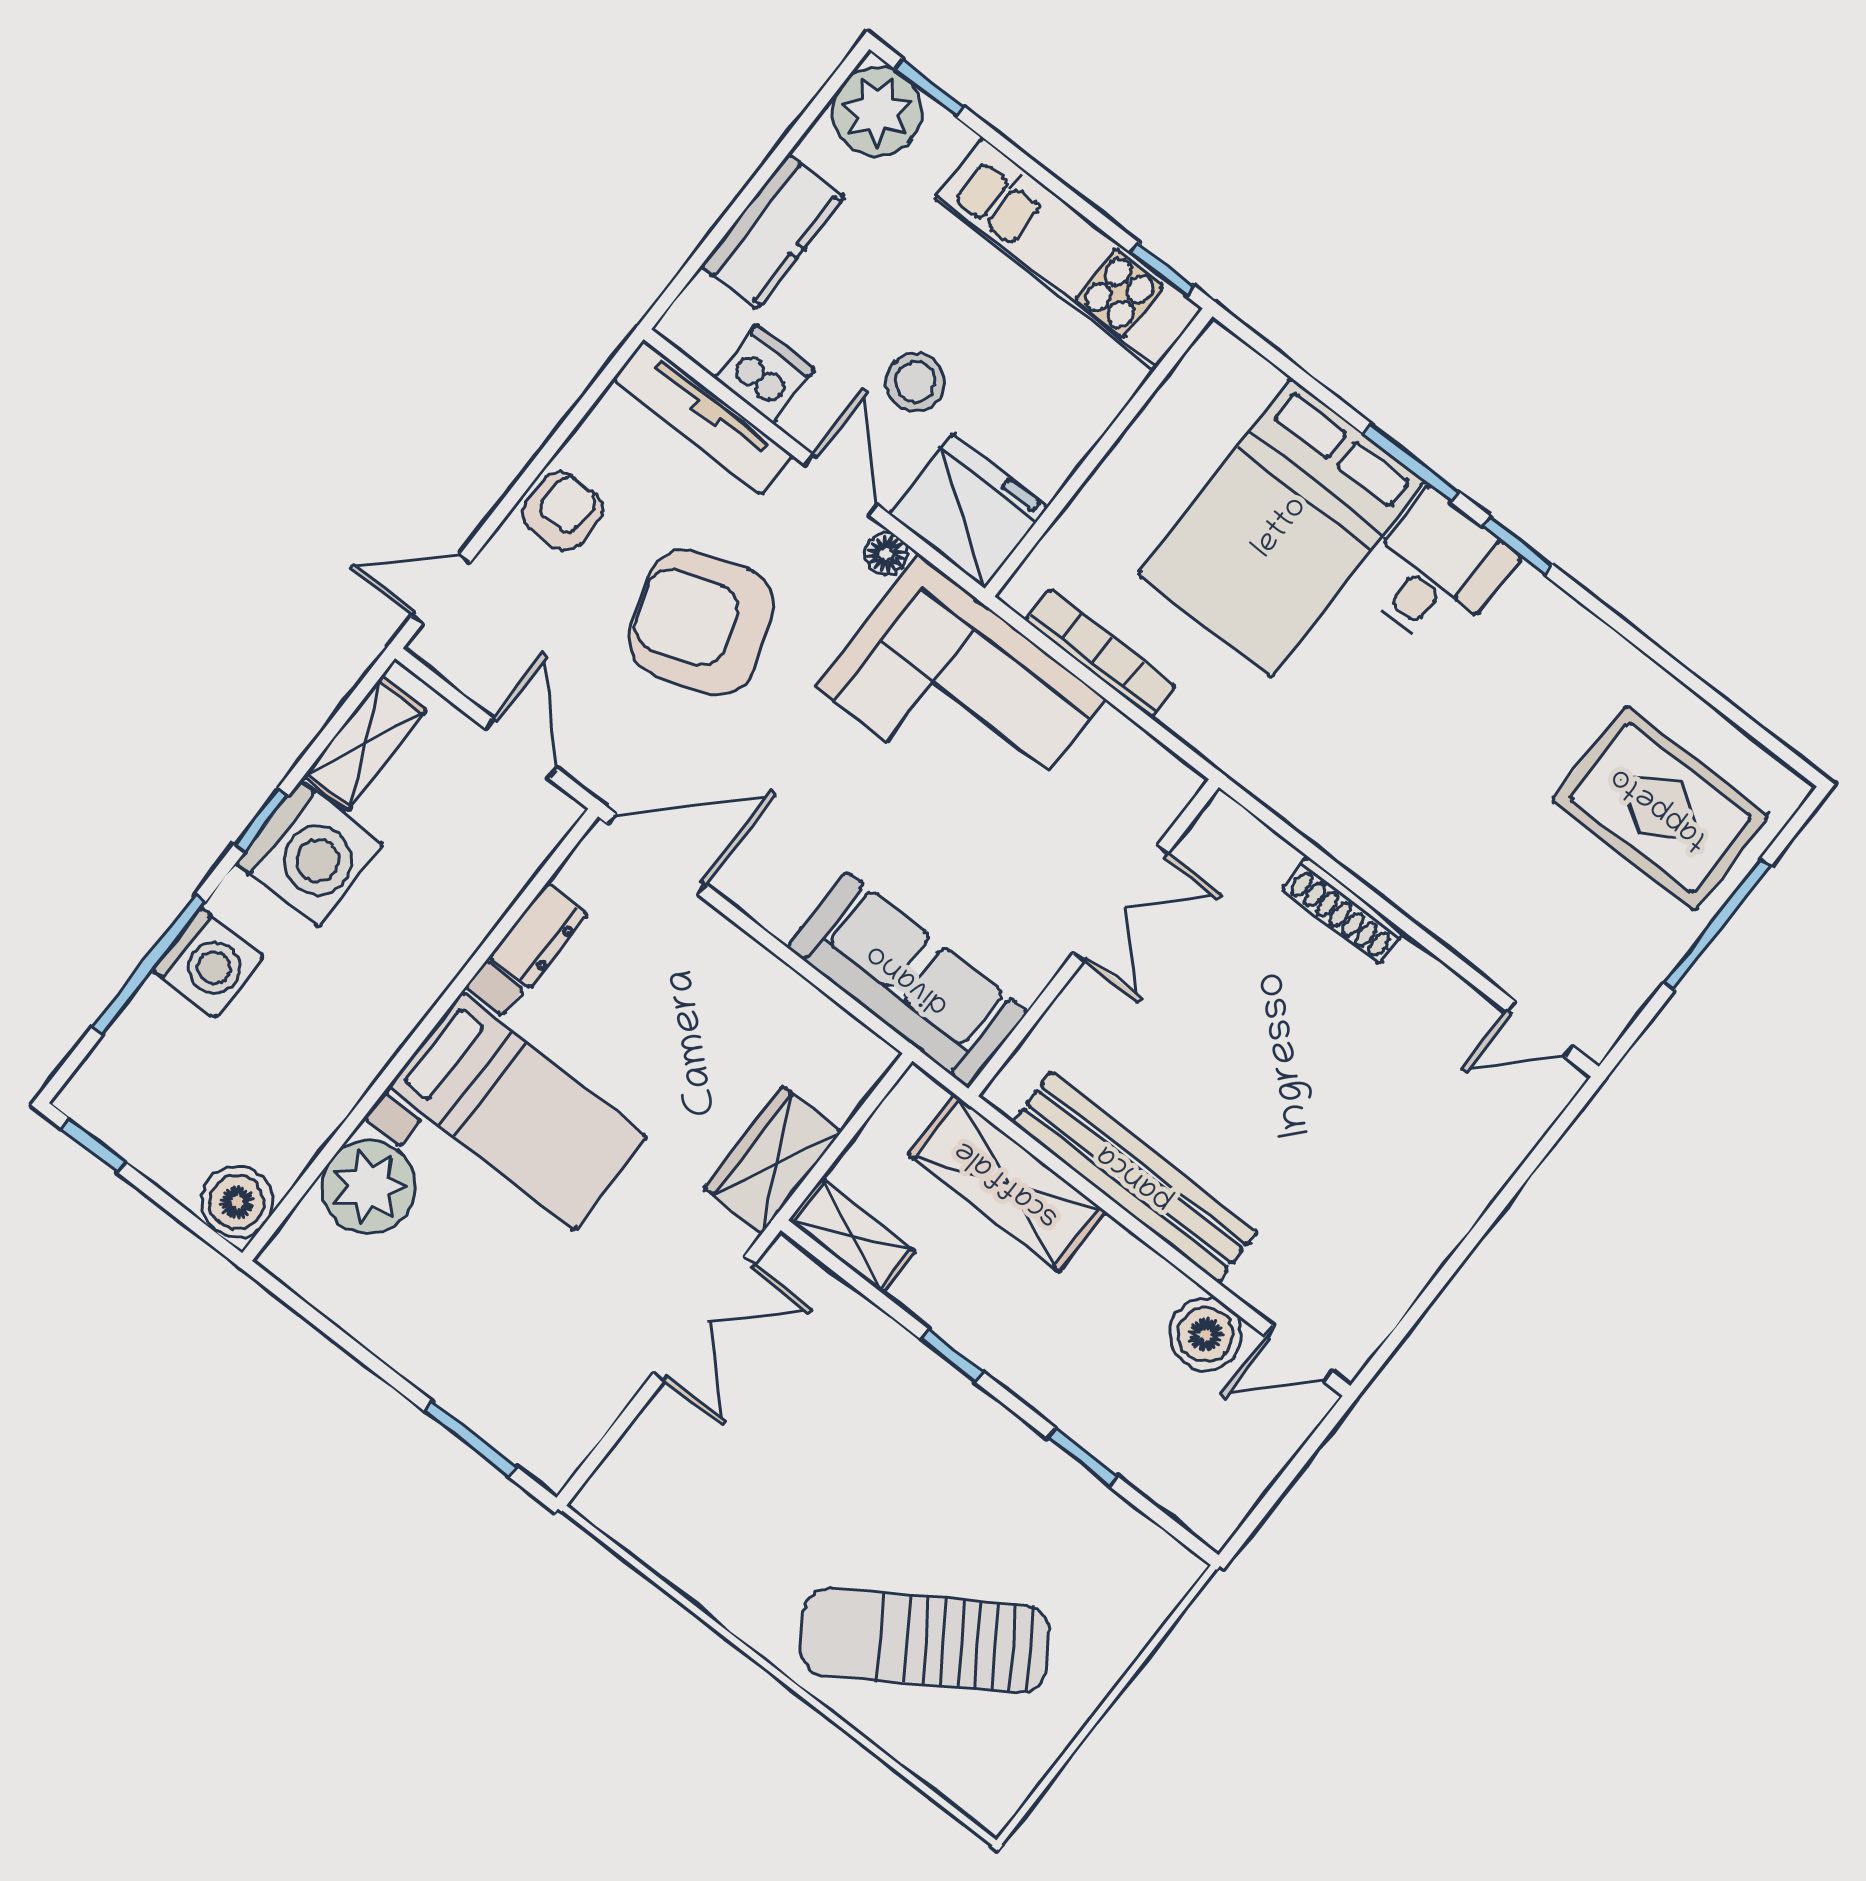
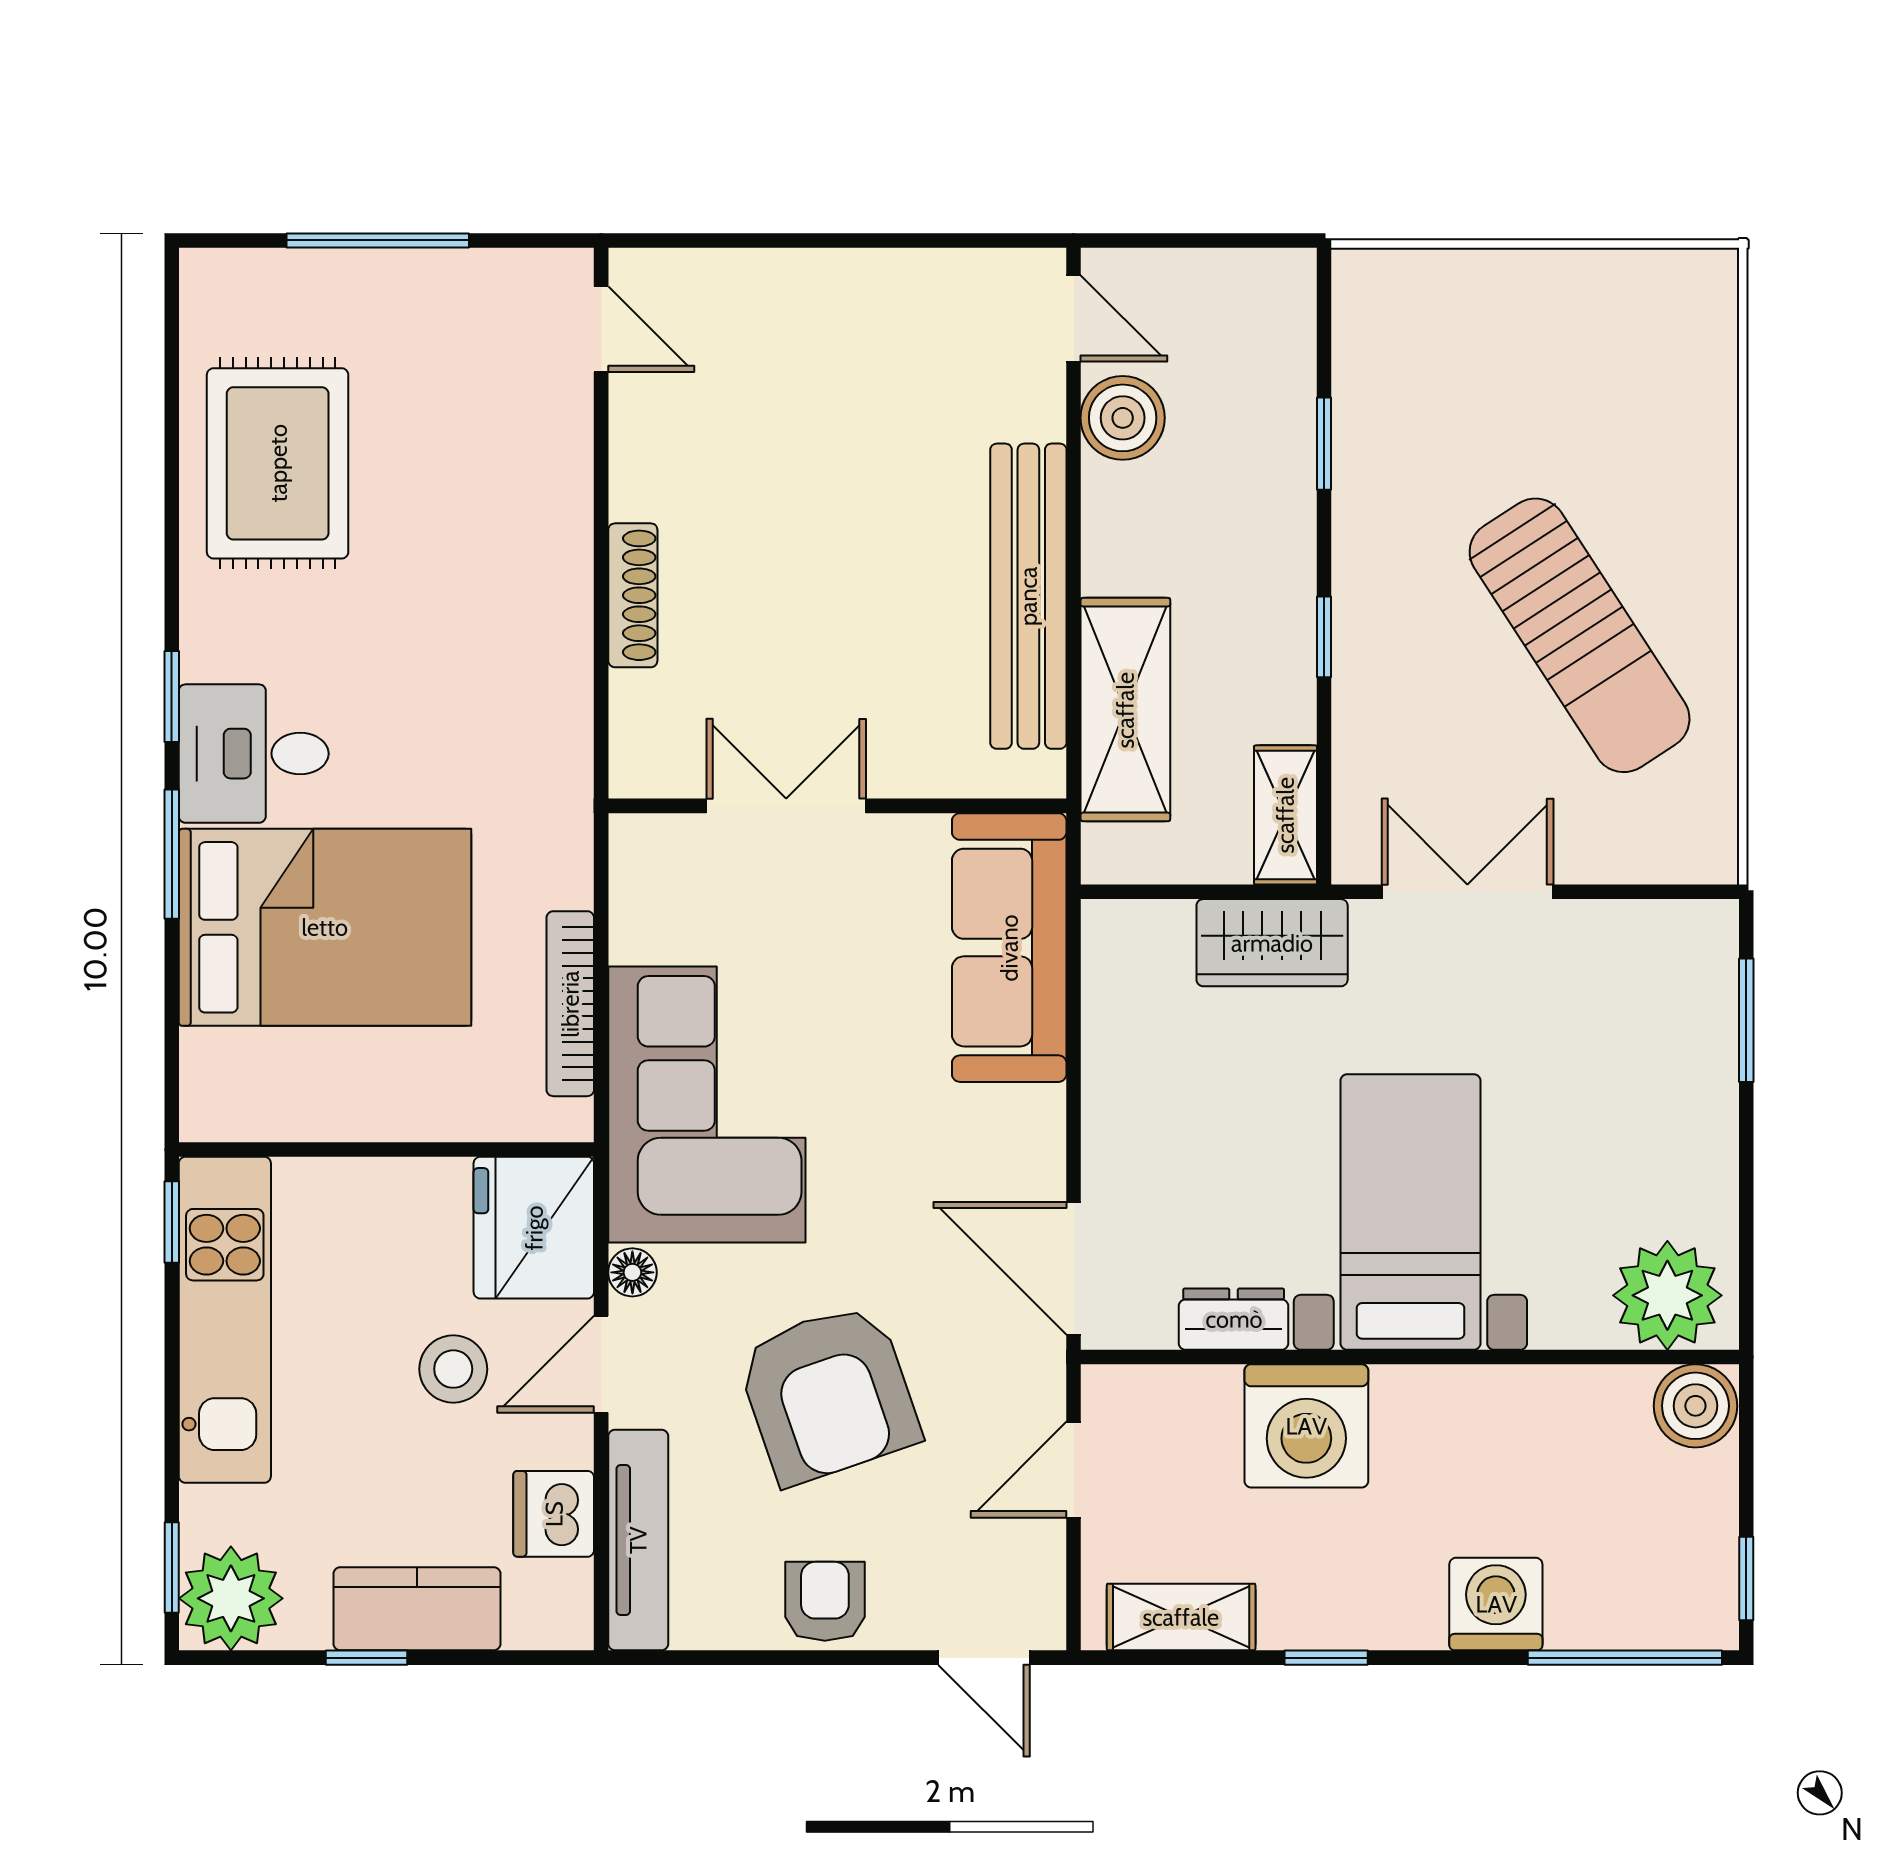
window: (766, 172) -> (367, 1658), added
armchair: (563, 511) -> (825, 1601), turned 90
rug: (1660, 808) -> (278, 463), moved
washing machine: (309, 854) -> (1306, 1426), moved, turned 180
window: (149, 964) -> (1625, 1658), moved
plant: (369, 1187) -> (1667, 1295), moved
sun lounger: (925, 1640) -> (1580, 635), moved

